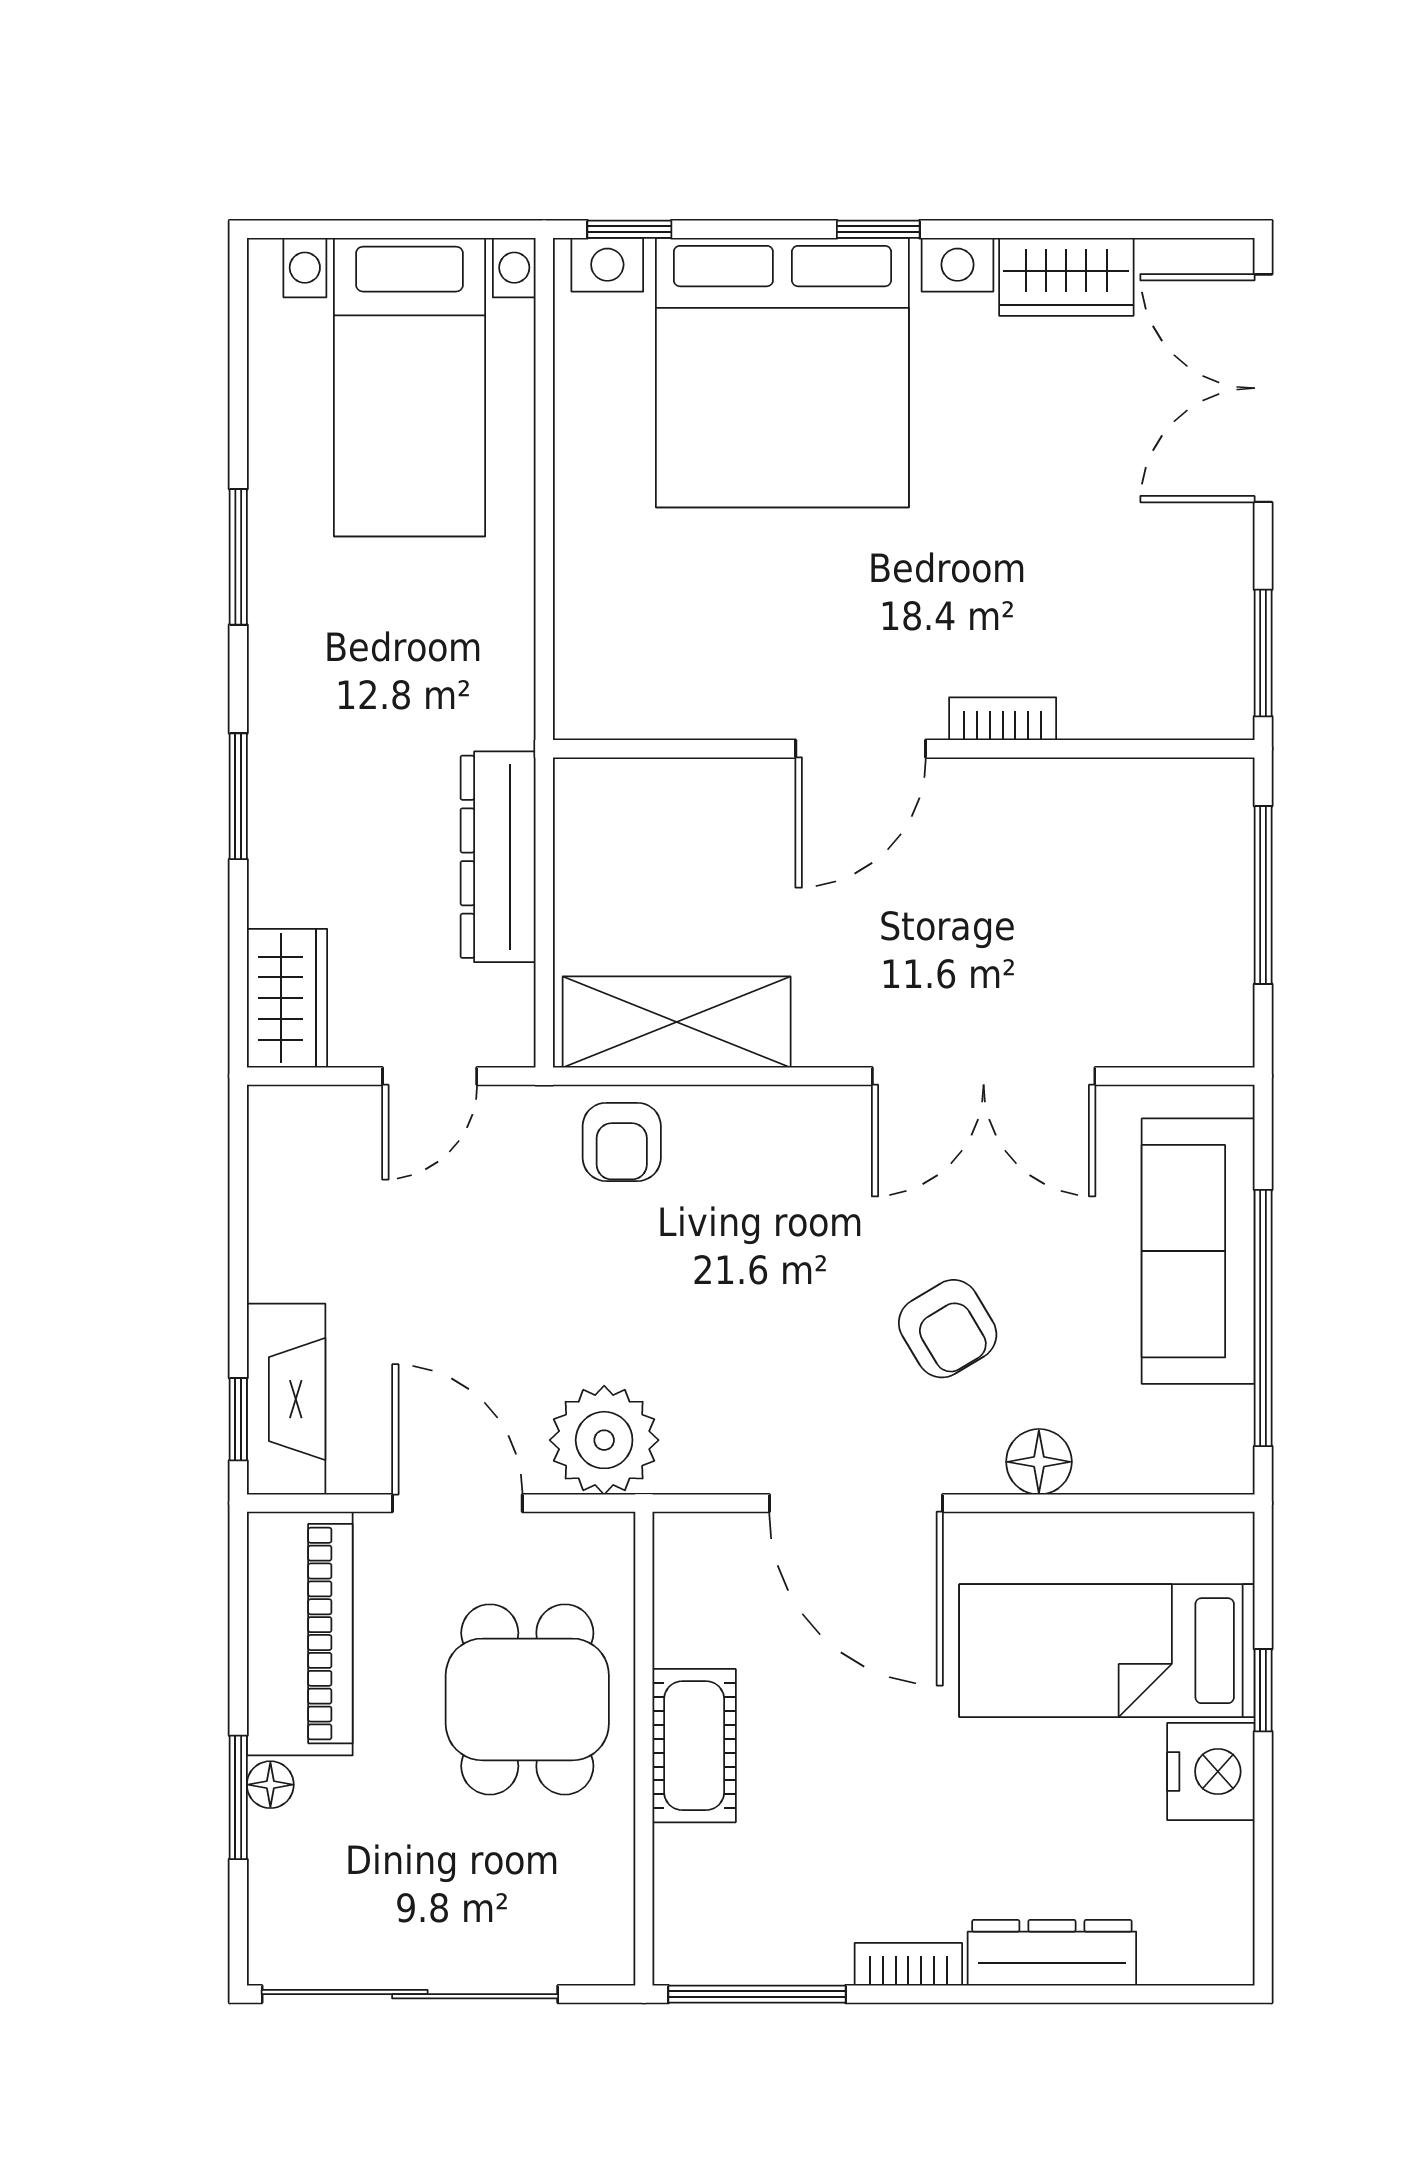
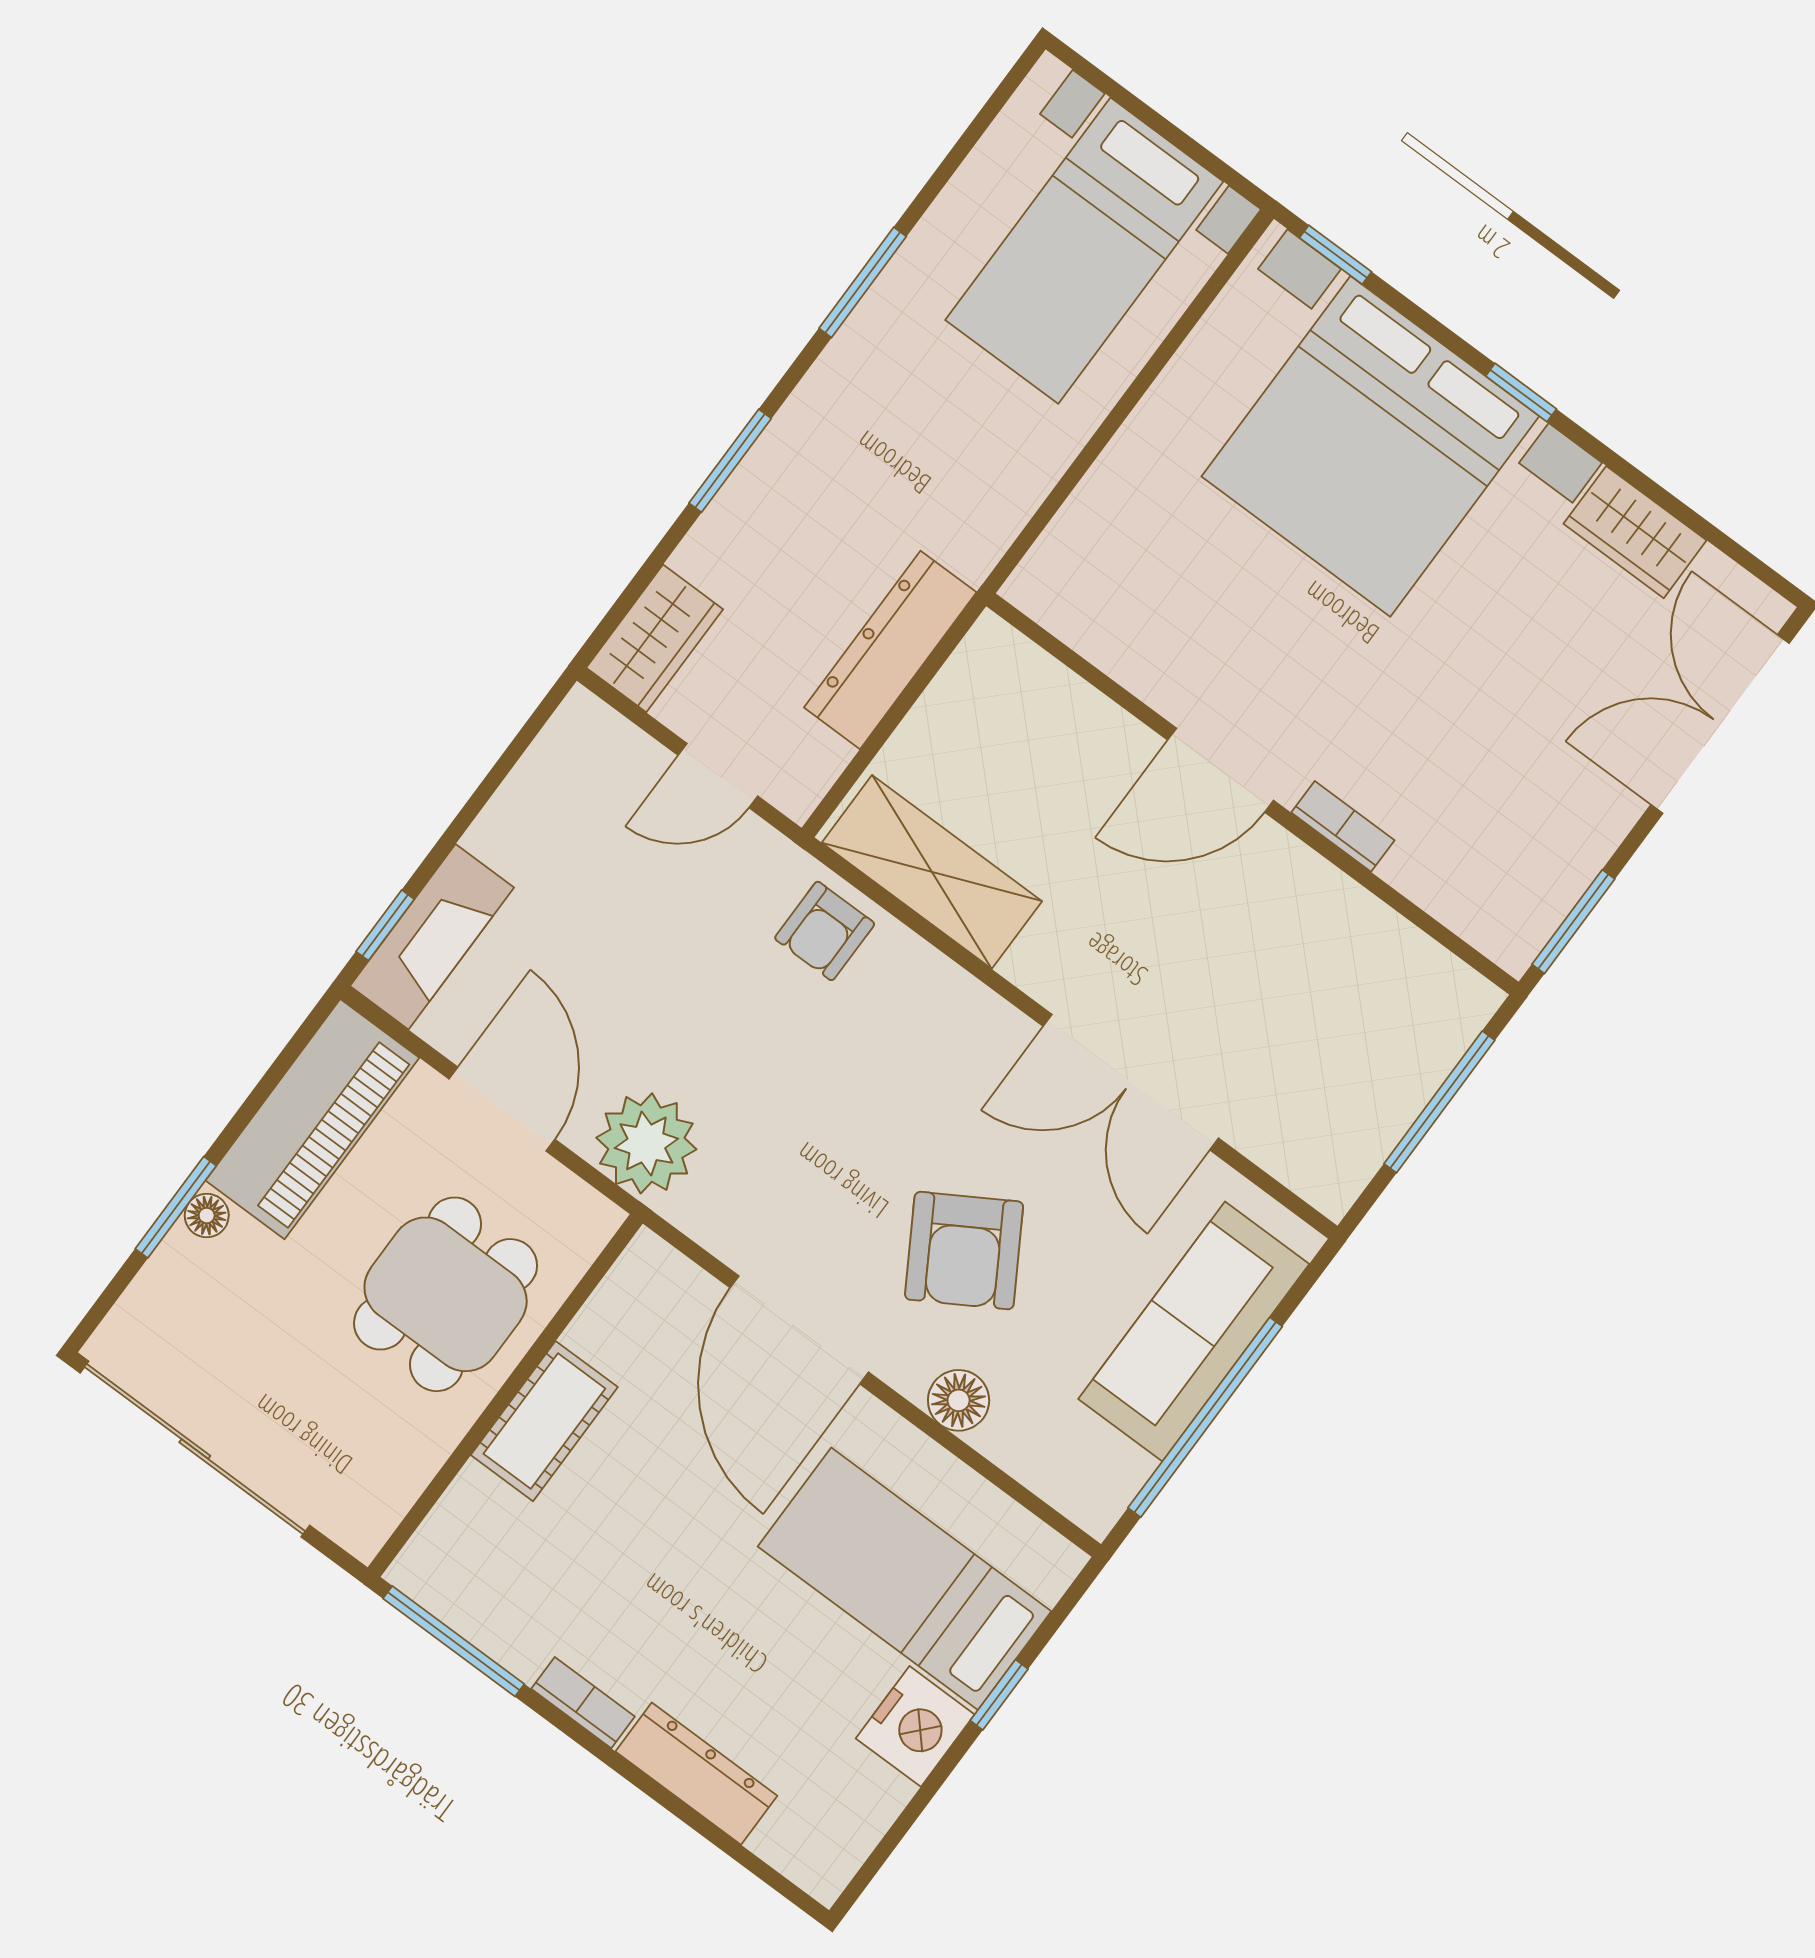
armchair: (948, 1329) -> (964, 1251), width x1.38, depth x1.38

